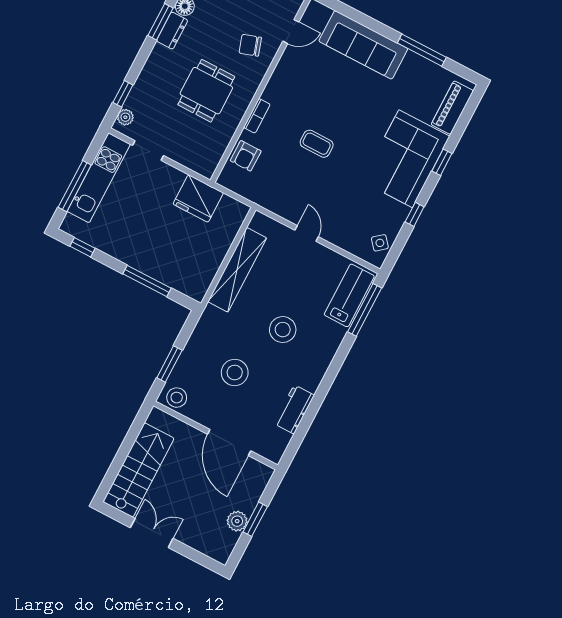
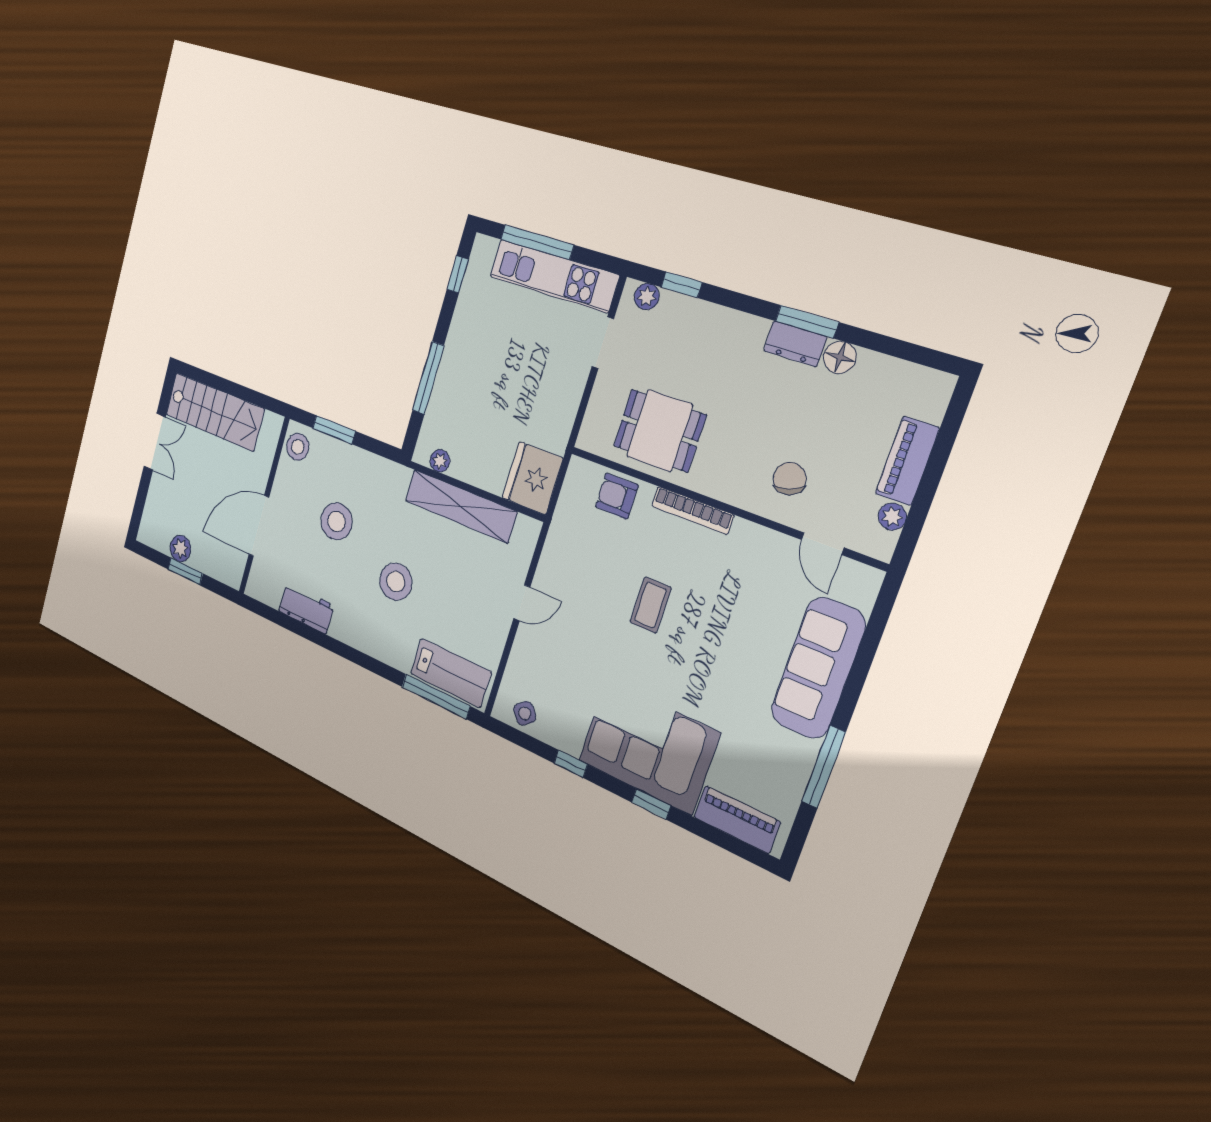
dining table: (206, 91) -> (659, 431), moved
bookcase: (257, 116) -> (692, 510), width x1.56
fridge: (198, 198) -> (532, 478), moved
plant: (204, 281) -> (440, 461), added

